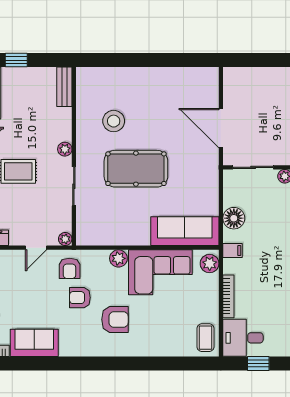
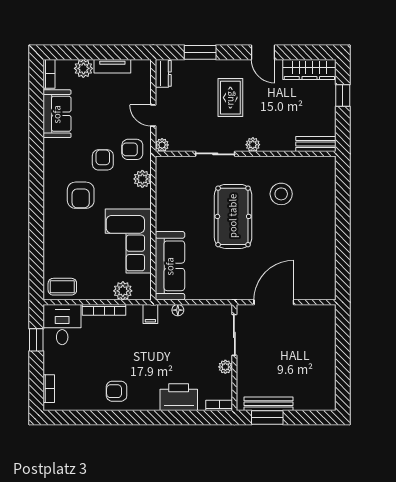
floor lamp: (234, 218) -> (178, 310), width x0.53, depth x0.53
plant: (118, 258) -> (142, 179), moved
plant: (210, 264) -> (123, 291), moved

